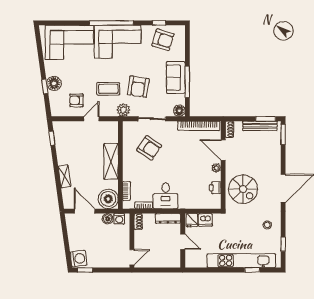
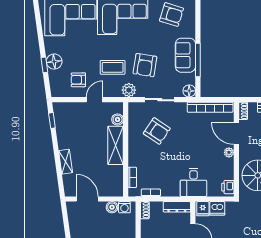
printer: (215, 188) -> (228, 187), moved
desk: (166, 196) -> (194, 182), moved
boiler: (108, 199) -> (118, 119), moved, width x0.54, depth x0.54

